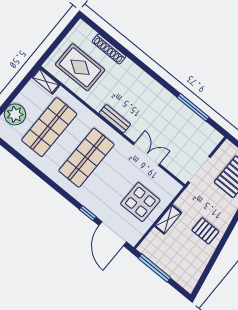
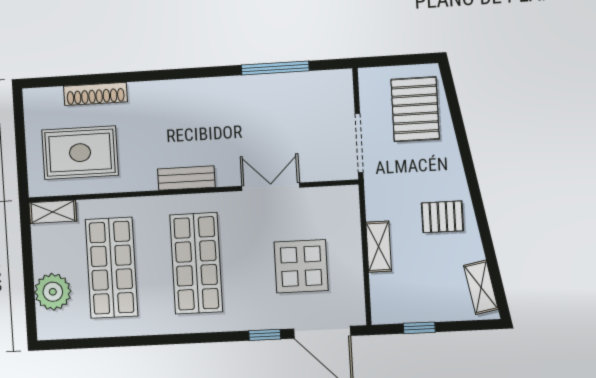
display table: (140, 202) -> (301, 266), moved
window: (154, 268) -> (419, 328), width x0.46
shelving: (195, 274) -> (481, 287), added

